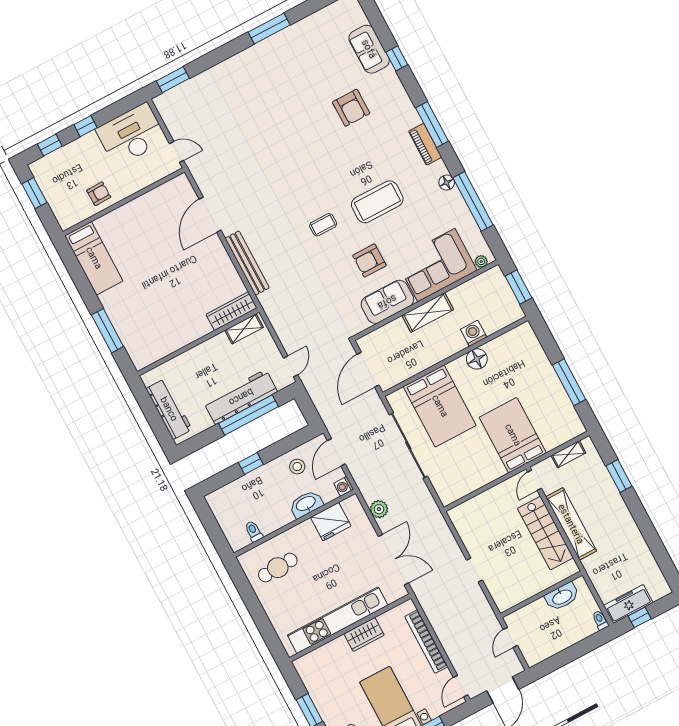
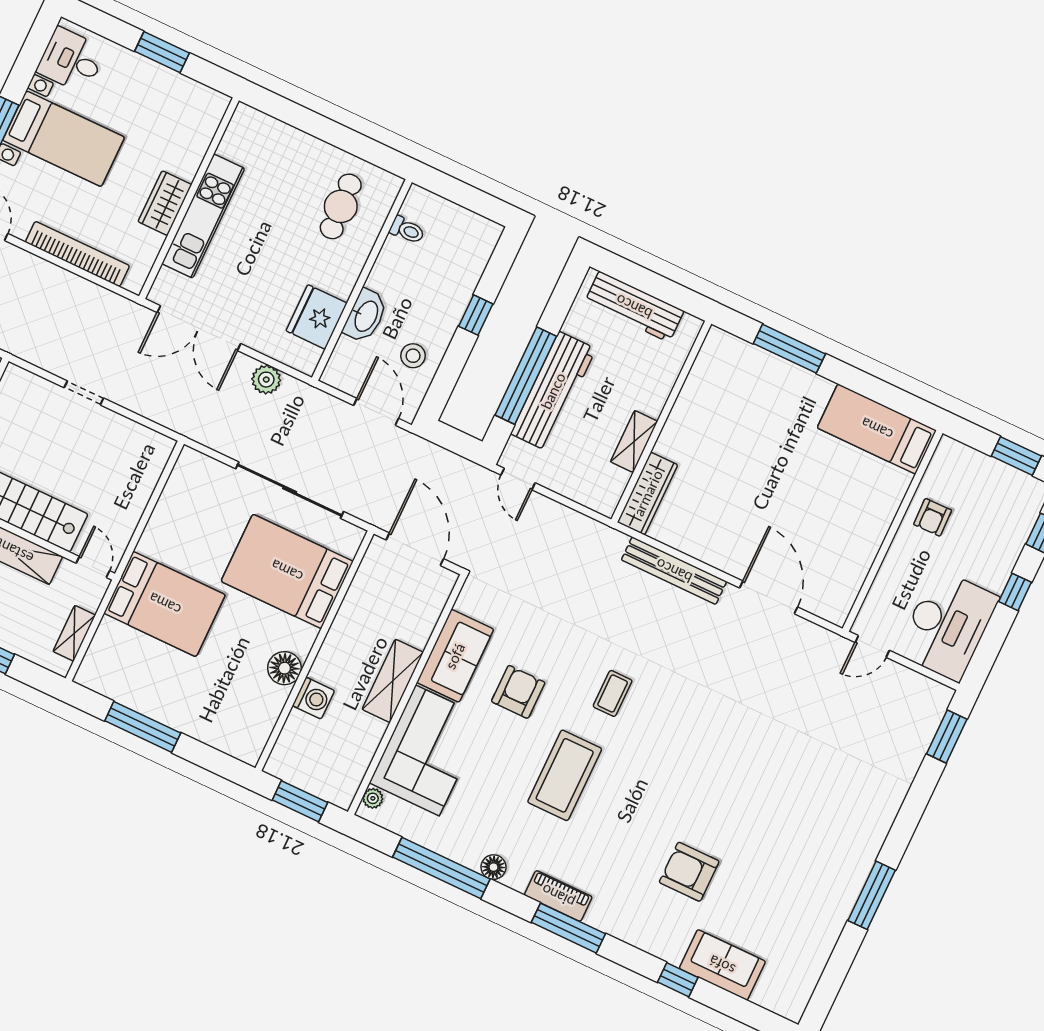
shelving: (244, 329) -> (634, 441), moved
washing machine: (344, 486) -> (334, 375), removed
kitchen unit: (338, 620) -> (203, 216), width x0.73

